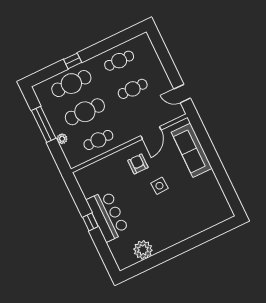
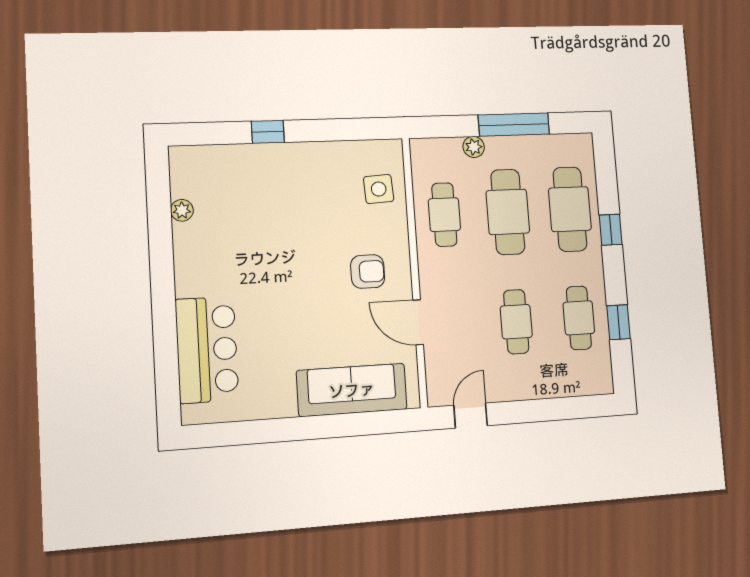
window: (114, 41) -> (619, 322), added
side table: (159, 186) -> (379, 189), moved
bar counter: (108, 216) -> (207, 350), moved, turned -90
window: (90, 222) -> (268, 132), moved
plant: (143, 250) -> (182, 210), width x0.53, depth x0.53

